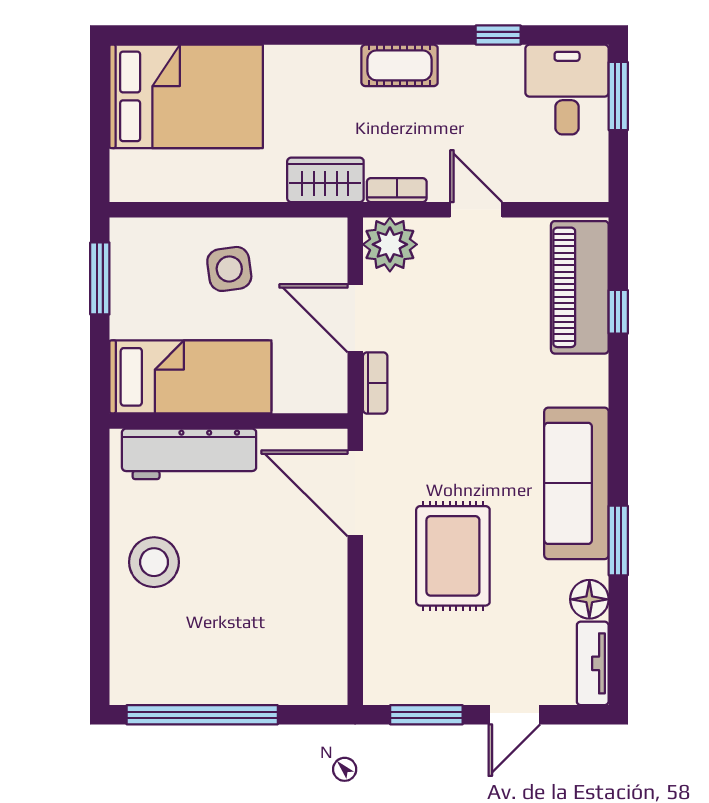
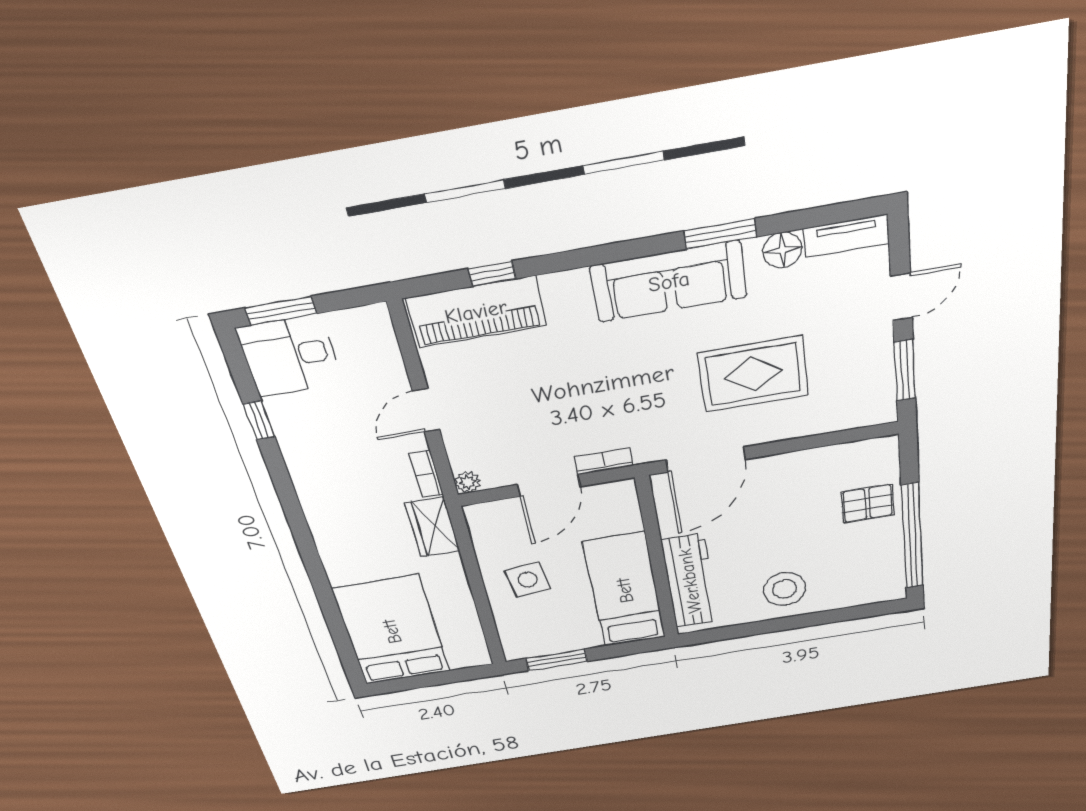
cot: (400, 65) -> (314, 491), removed
plant: (390, 244) -> (468, 482), width x0.53, depth x0.53
pallet: (259, 666) -> (868, 503), added
door: (514, 715) -> (901, 297), hinge flipped

